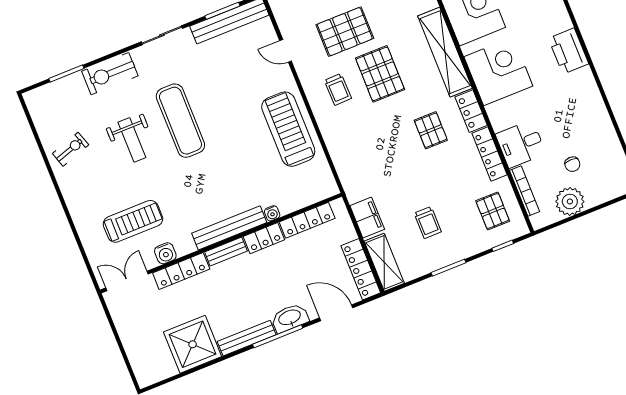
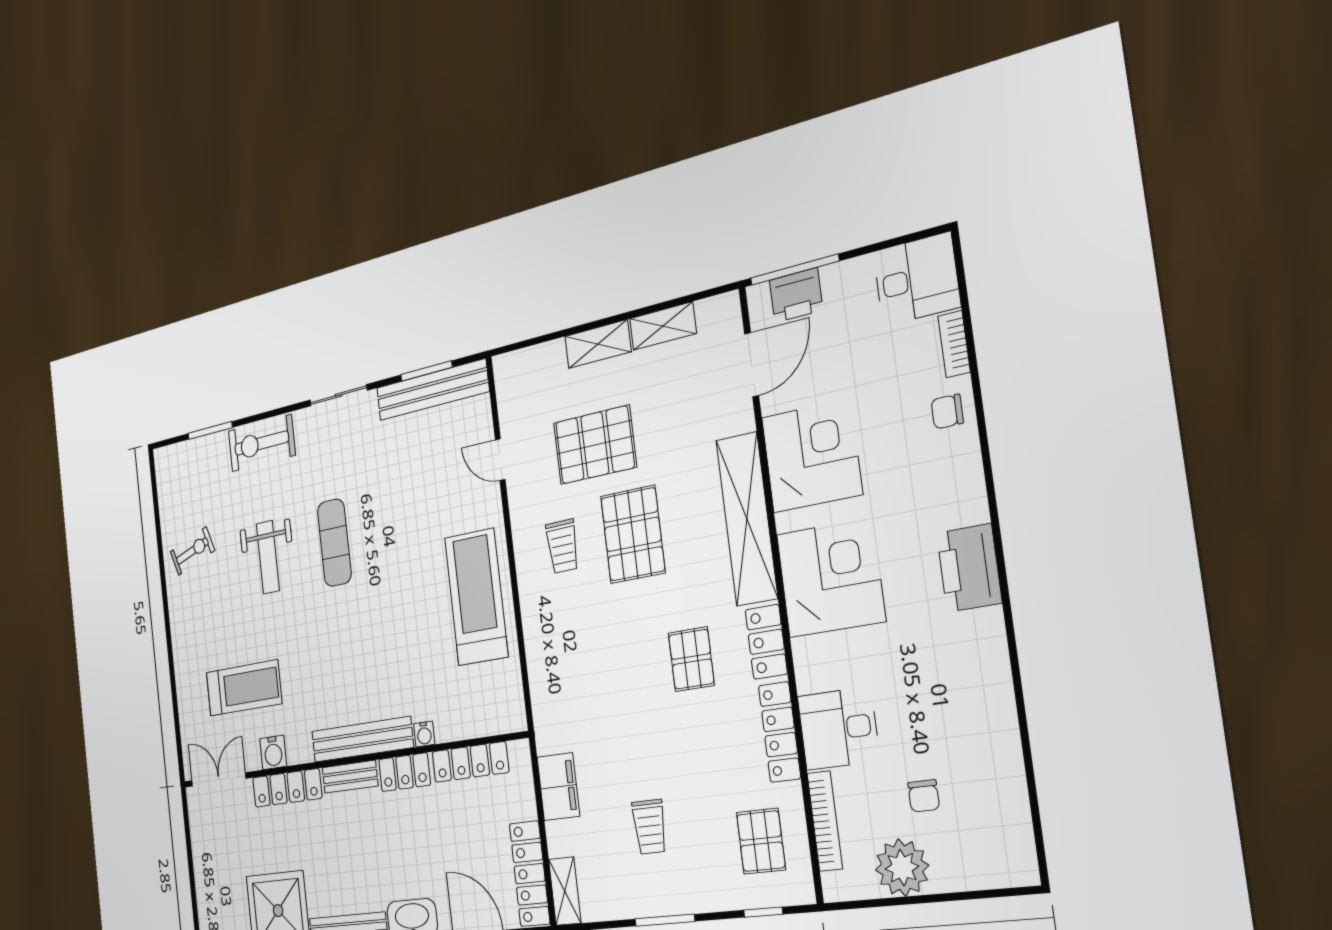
exercise mat: (180, 121) -> (334, 543), width x0.73, depth x0.69
shelving: (384, 262) -> (565, 891), width x0.67, depth x0.75

